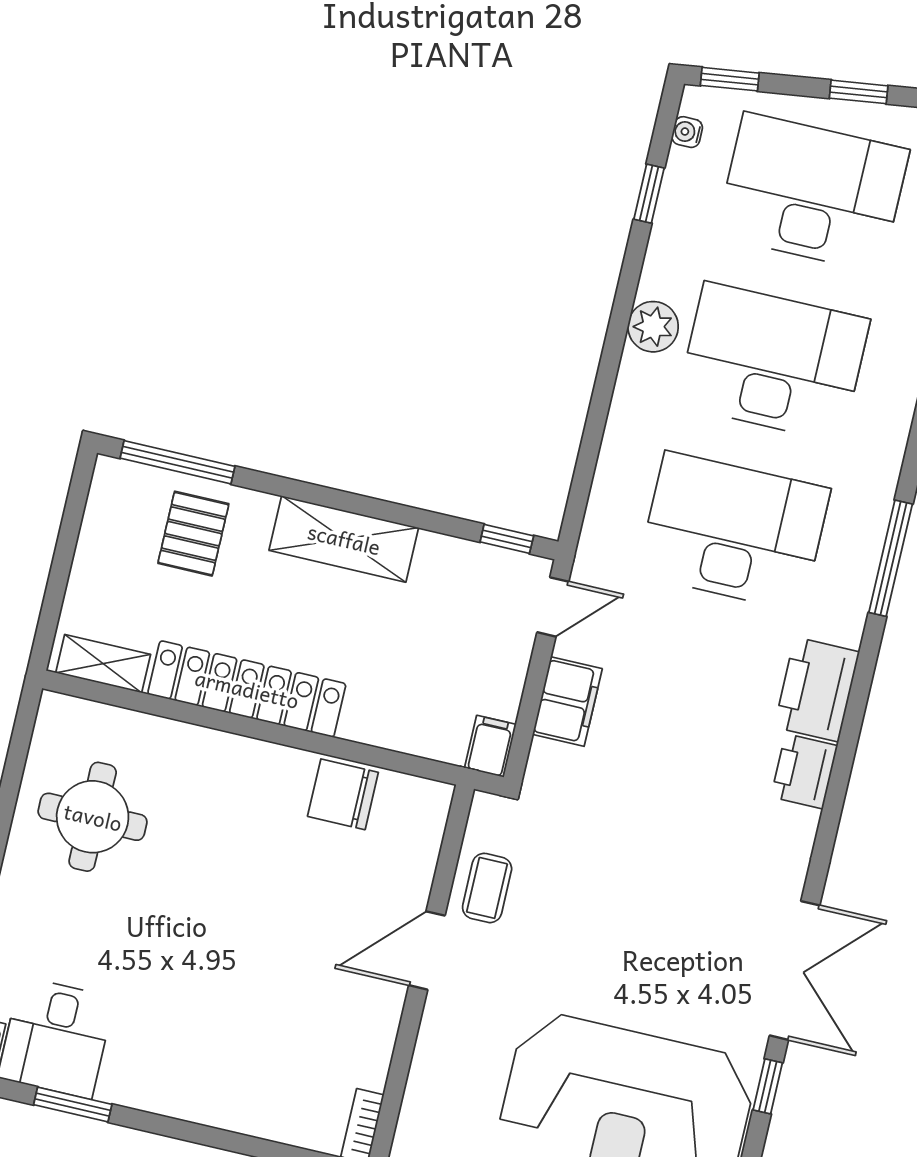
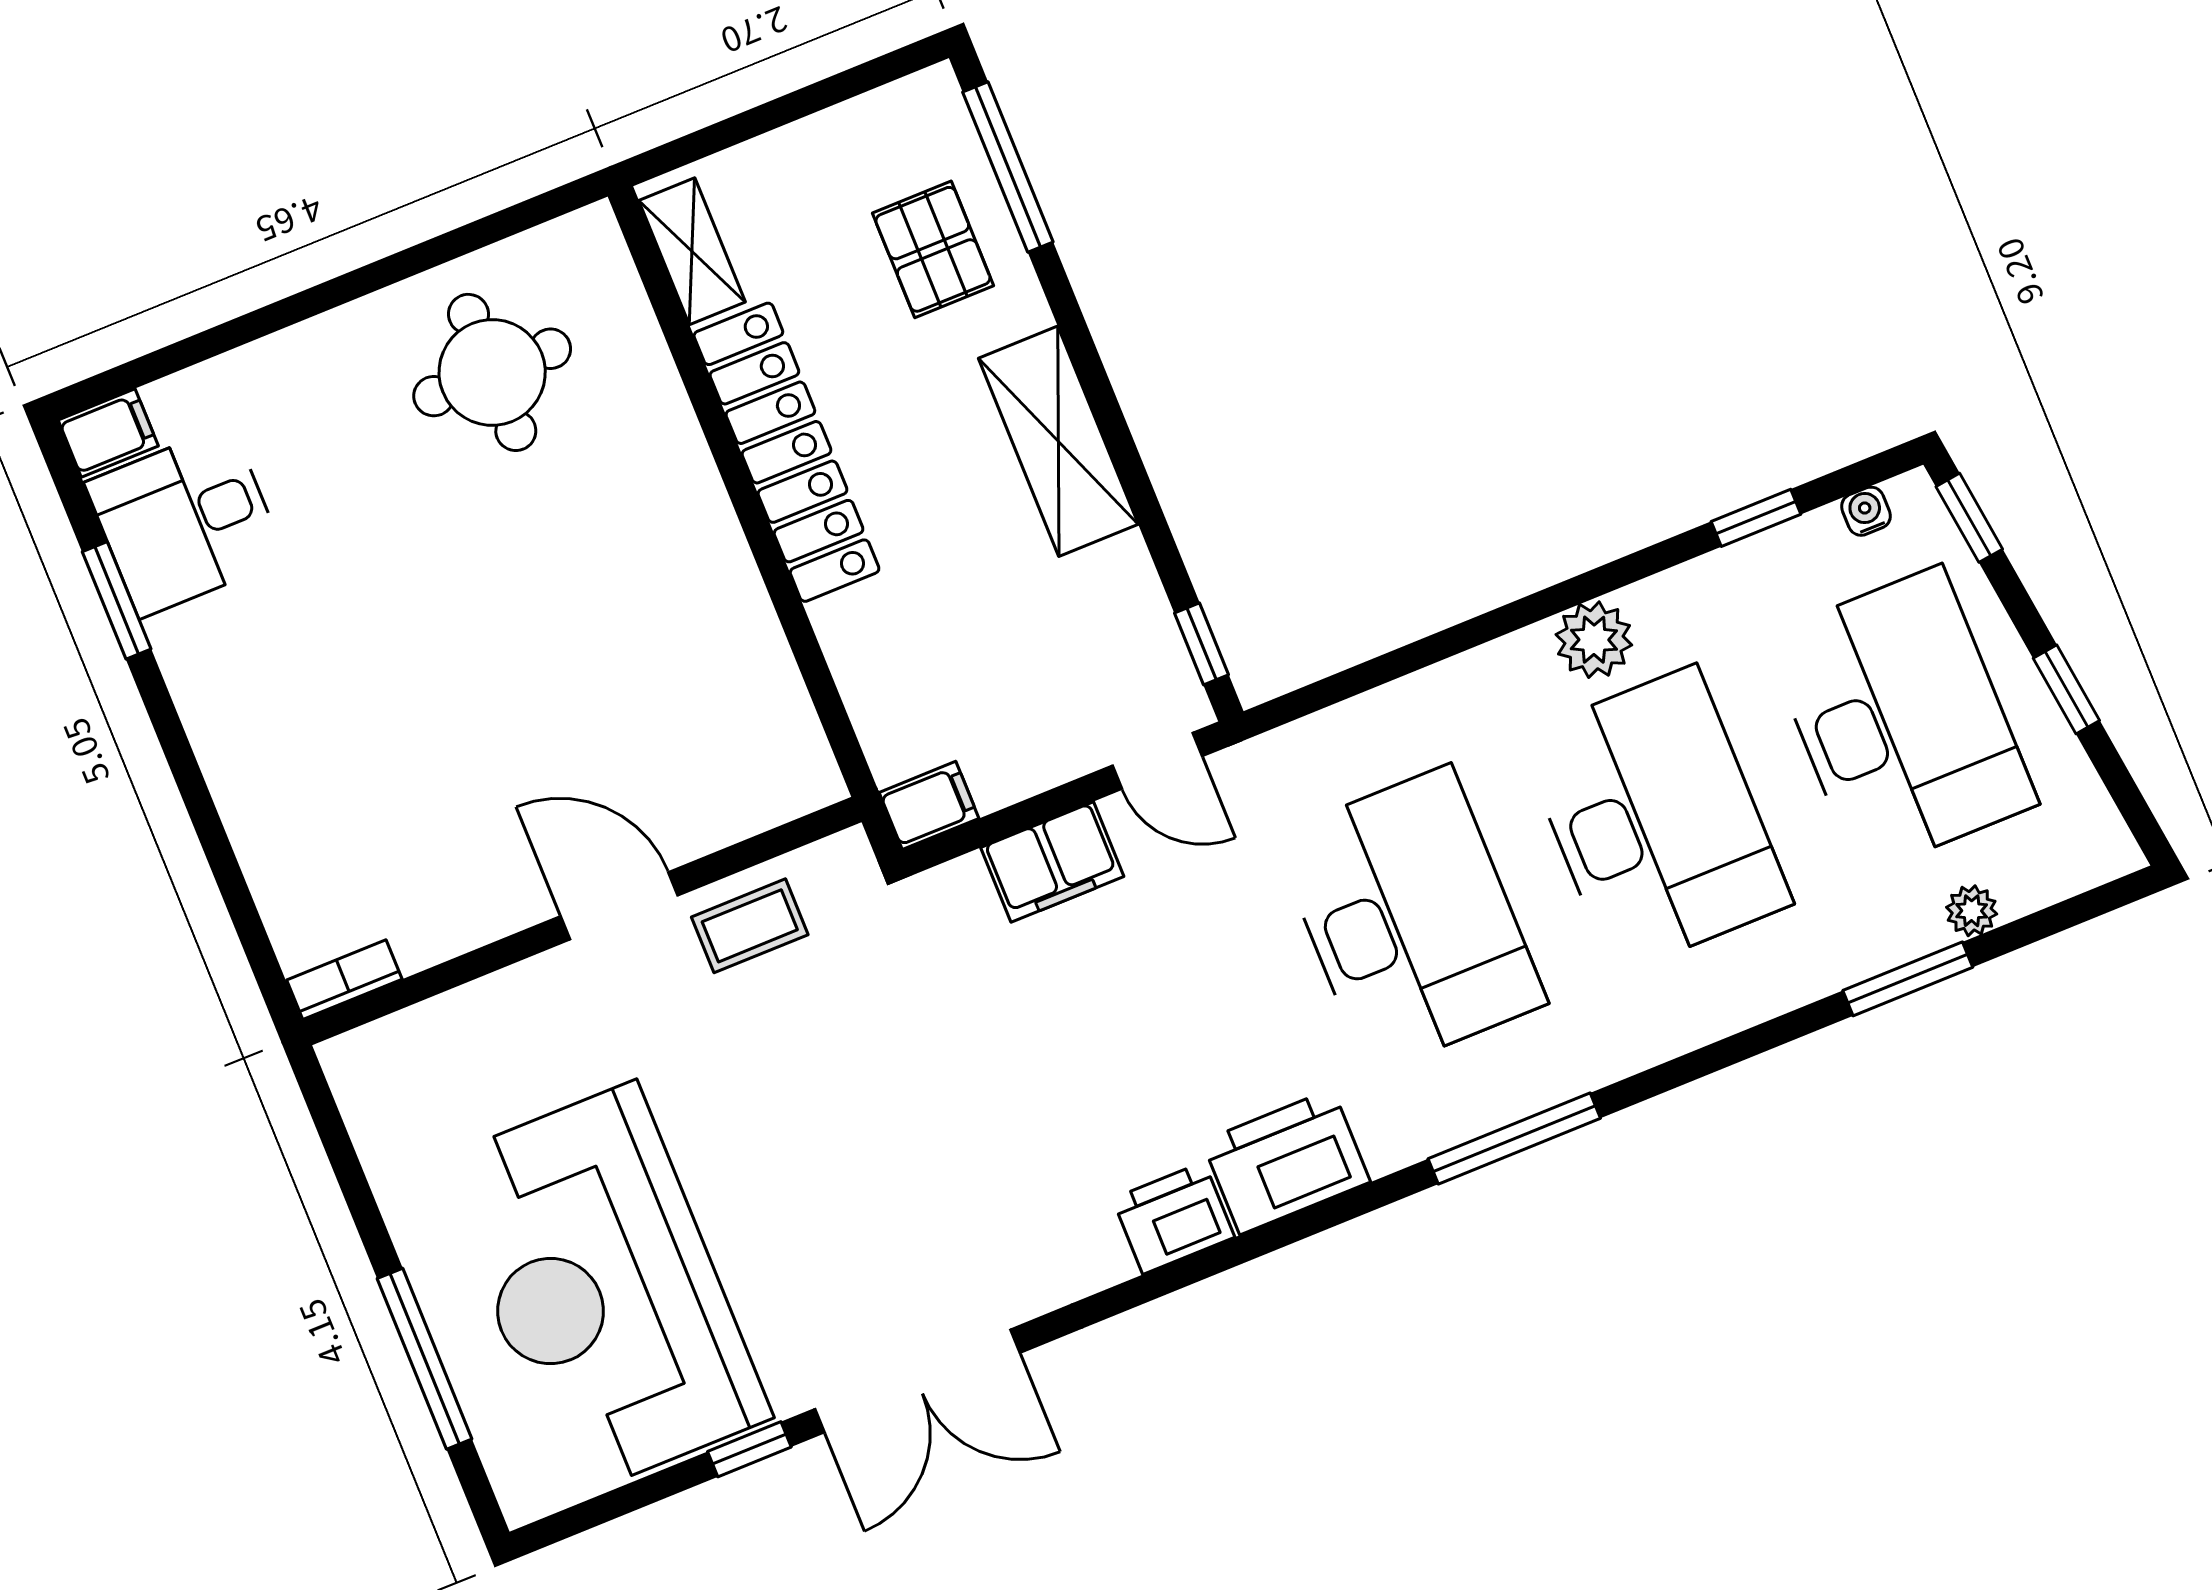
pallet: (193, 534) -> (933, 249), turned 90
chair: (343, 794) -> (740, 664), removed

